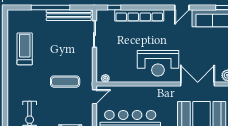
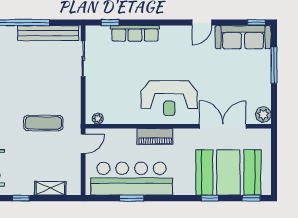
row of seats: (139, 15) -> (135, 33), width x0.73
piano: (147, 91) -> (155, 136), added

